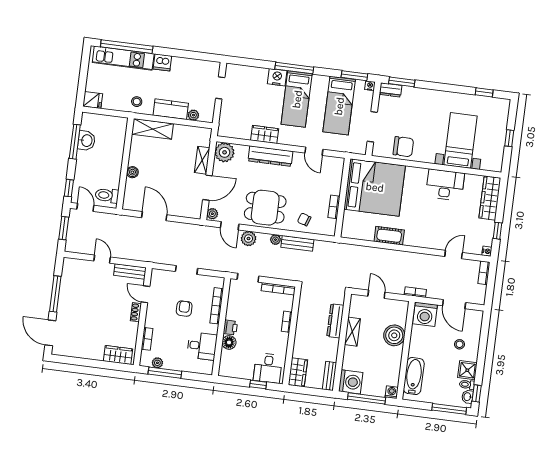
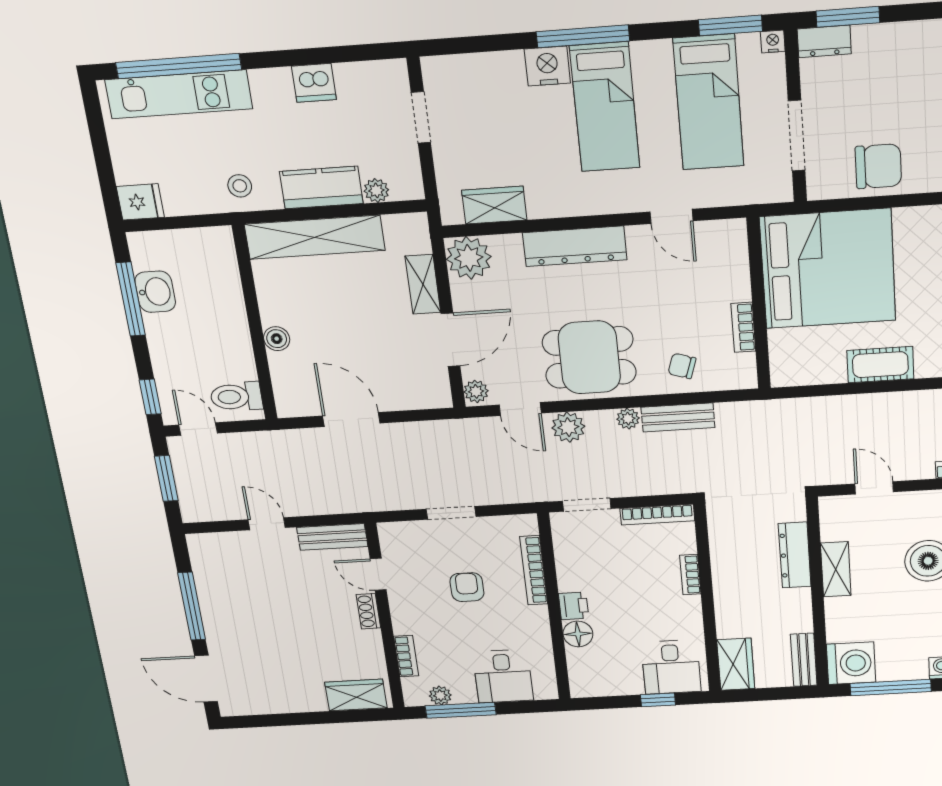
dishwasher: (162, 62) -> (314, 83), moved
shelving: (152, 129) -> (315, 237), width x1.47
wardrobe: (265, 134) -> (494, 205), moved
desk: (202, 346) -> (503, 676), moved, turned 90

